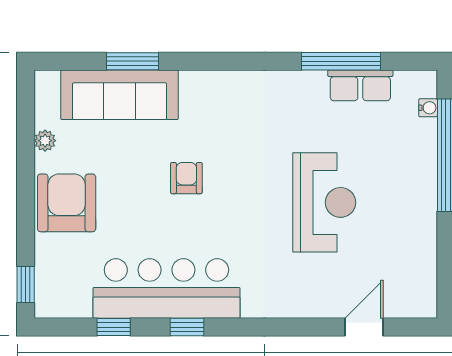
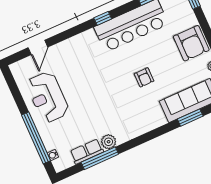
plant: (310, 85) -> (109, 142), added
reception desk: (324, 202) -> (48, 97), moved
window: (187, 327) -> (103, 18), moved

